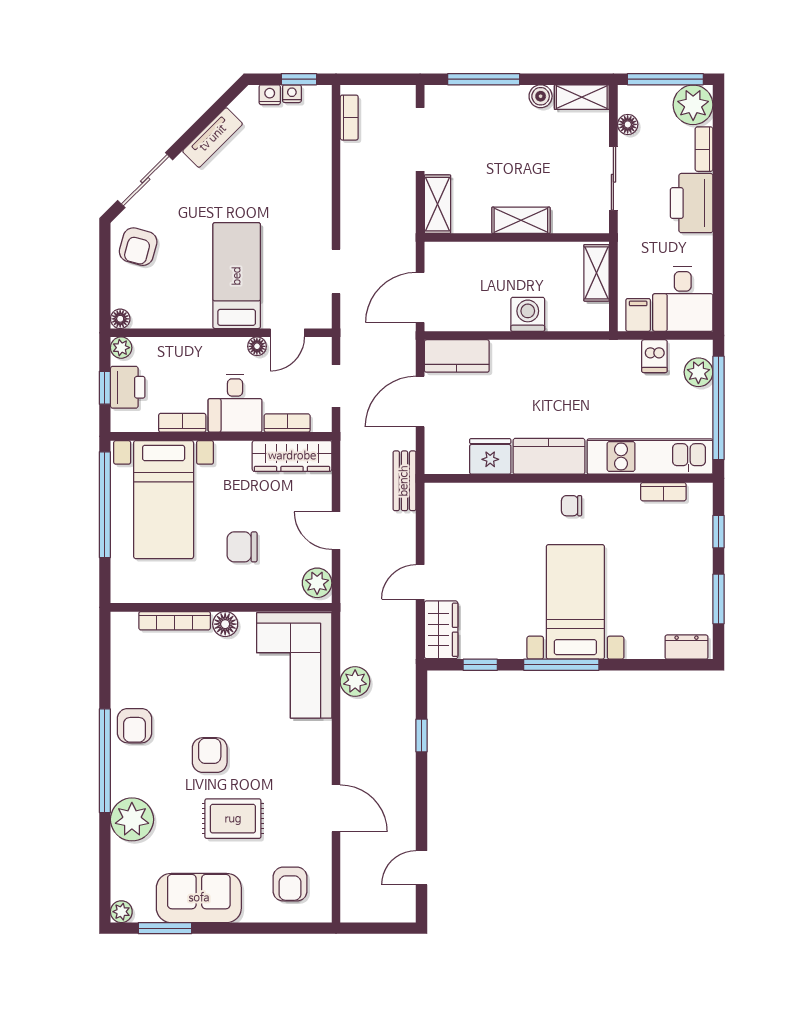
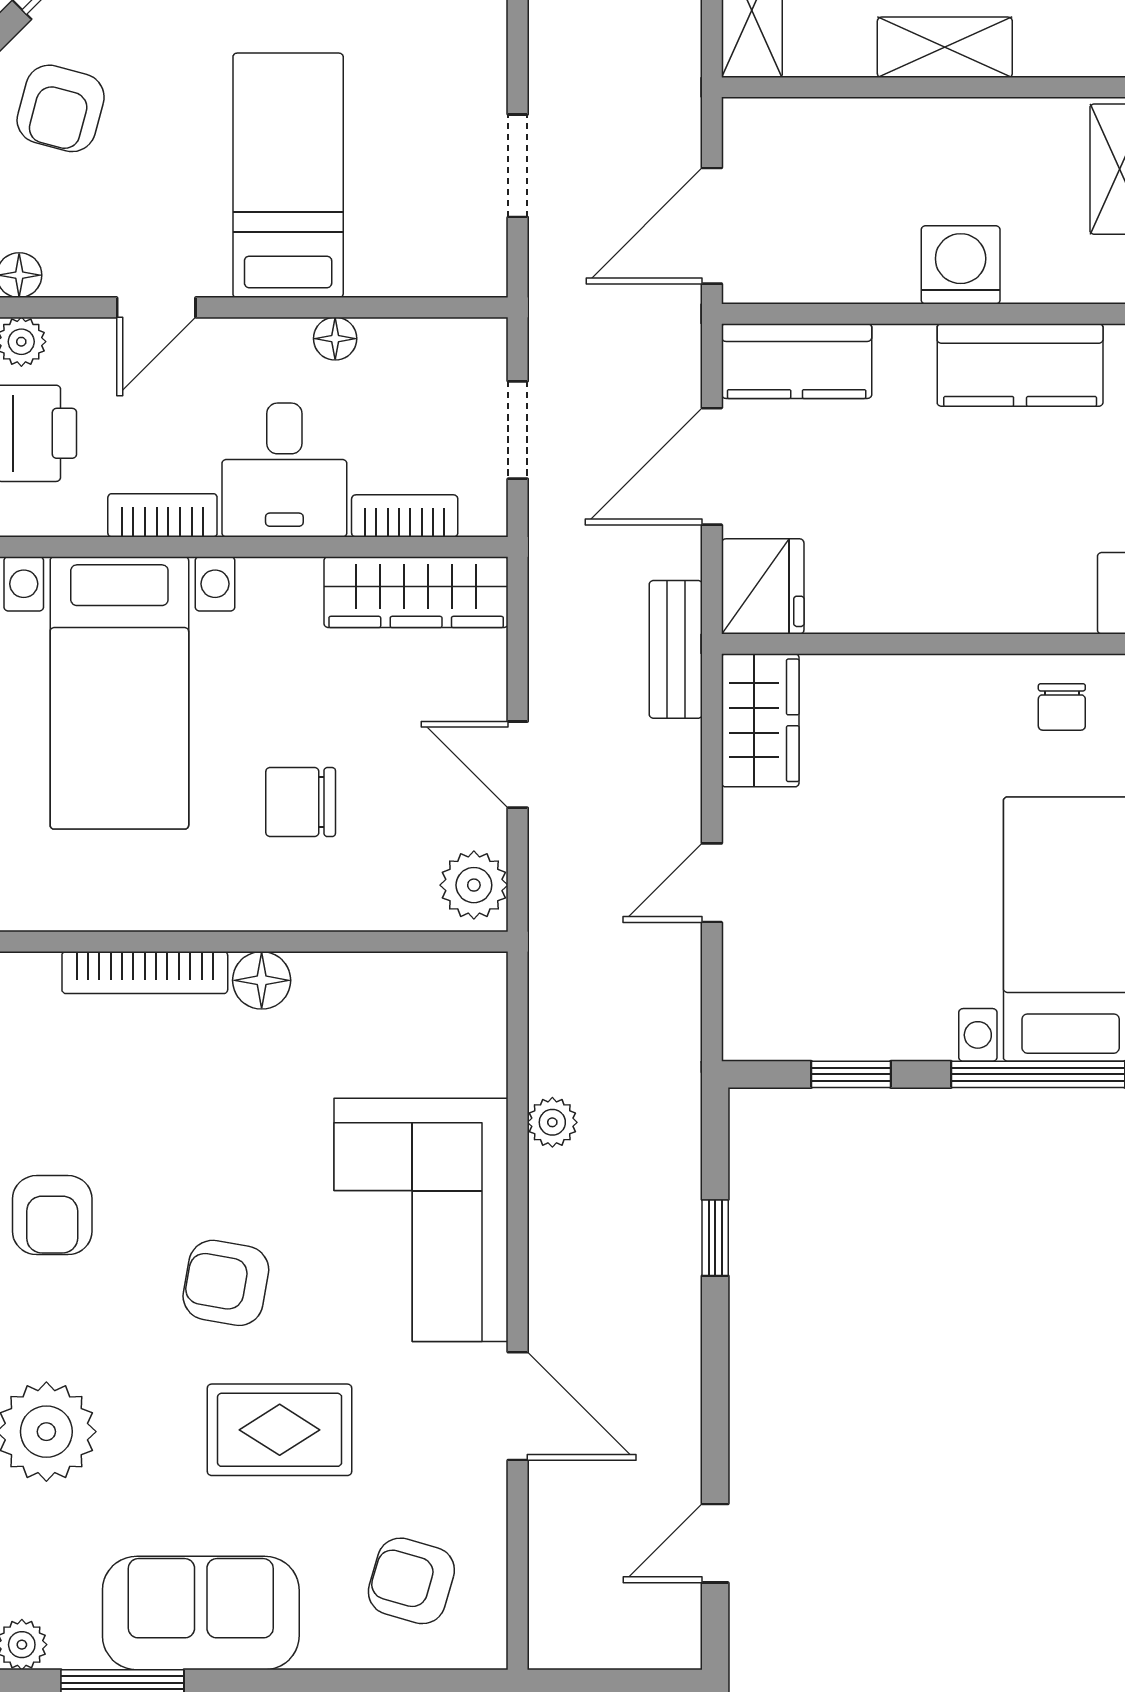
door: (287, 333) -> (156, 307), moved
fridge: (490, 456) -> (763, 586), moved, turned 90
kitchen counter: (549, 456) -> (1020, 365), moved, turned 180
chair: (572, 506) -> (1062, 707), turned -90
wardrobe: (441, 630) -> (760, 720), moved
corner sofa: (294, 665) -> (421, 1220), moved
plant: (355, 681) -> (552, 1122), width x0.73, depth x0.73
armchair: (210, 755) -> (226, 1283), turned -80
armchair: (290, 884) -> (411, 1581), turned 106

